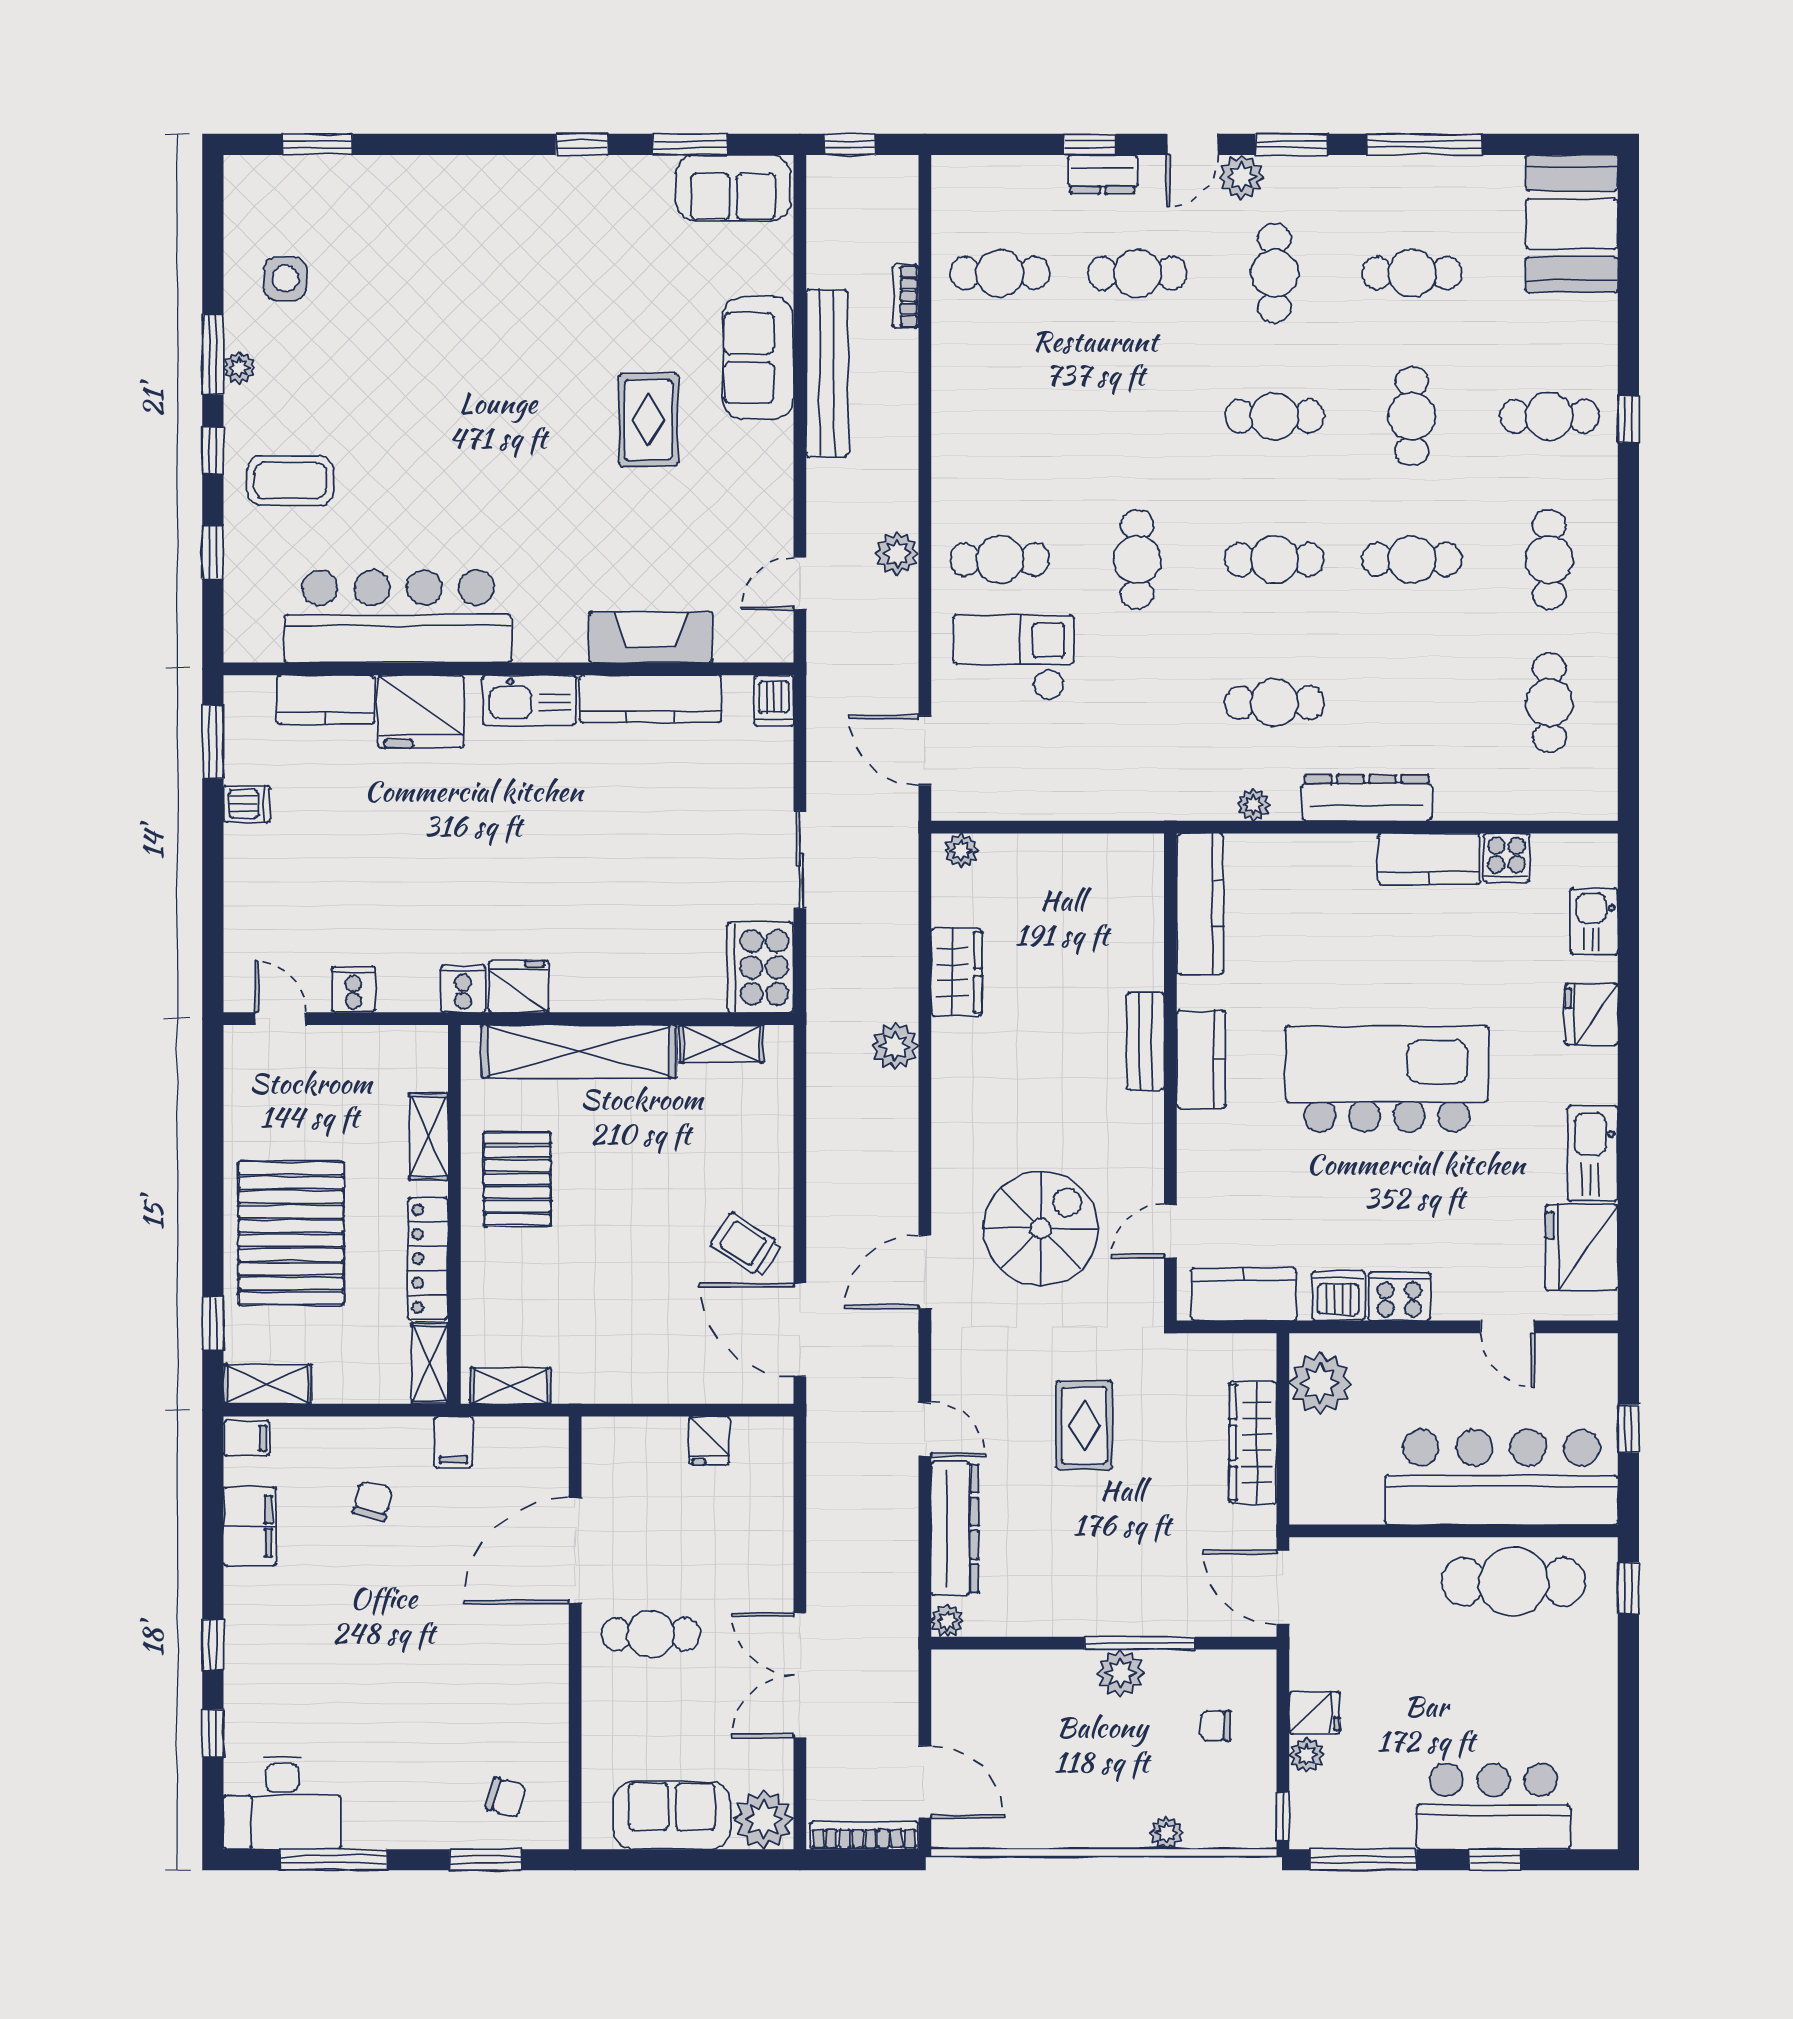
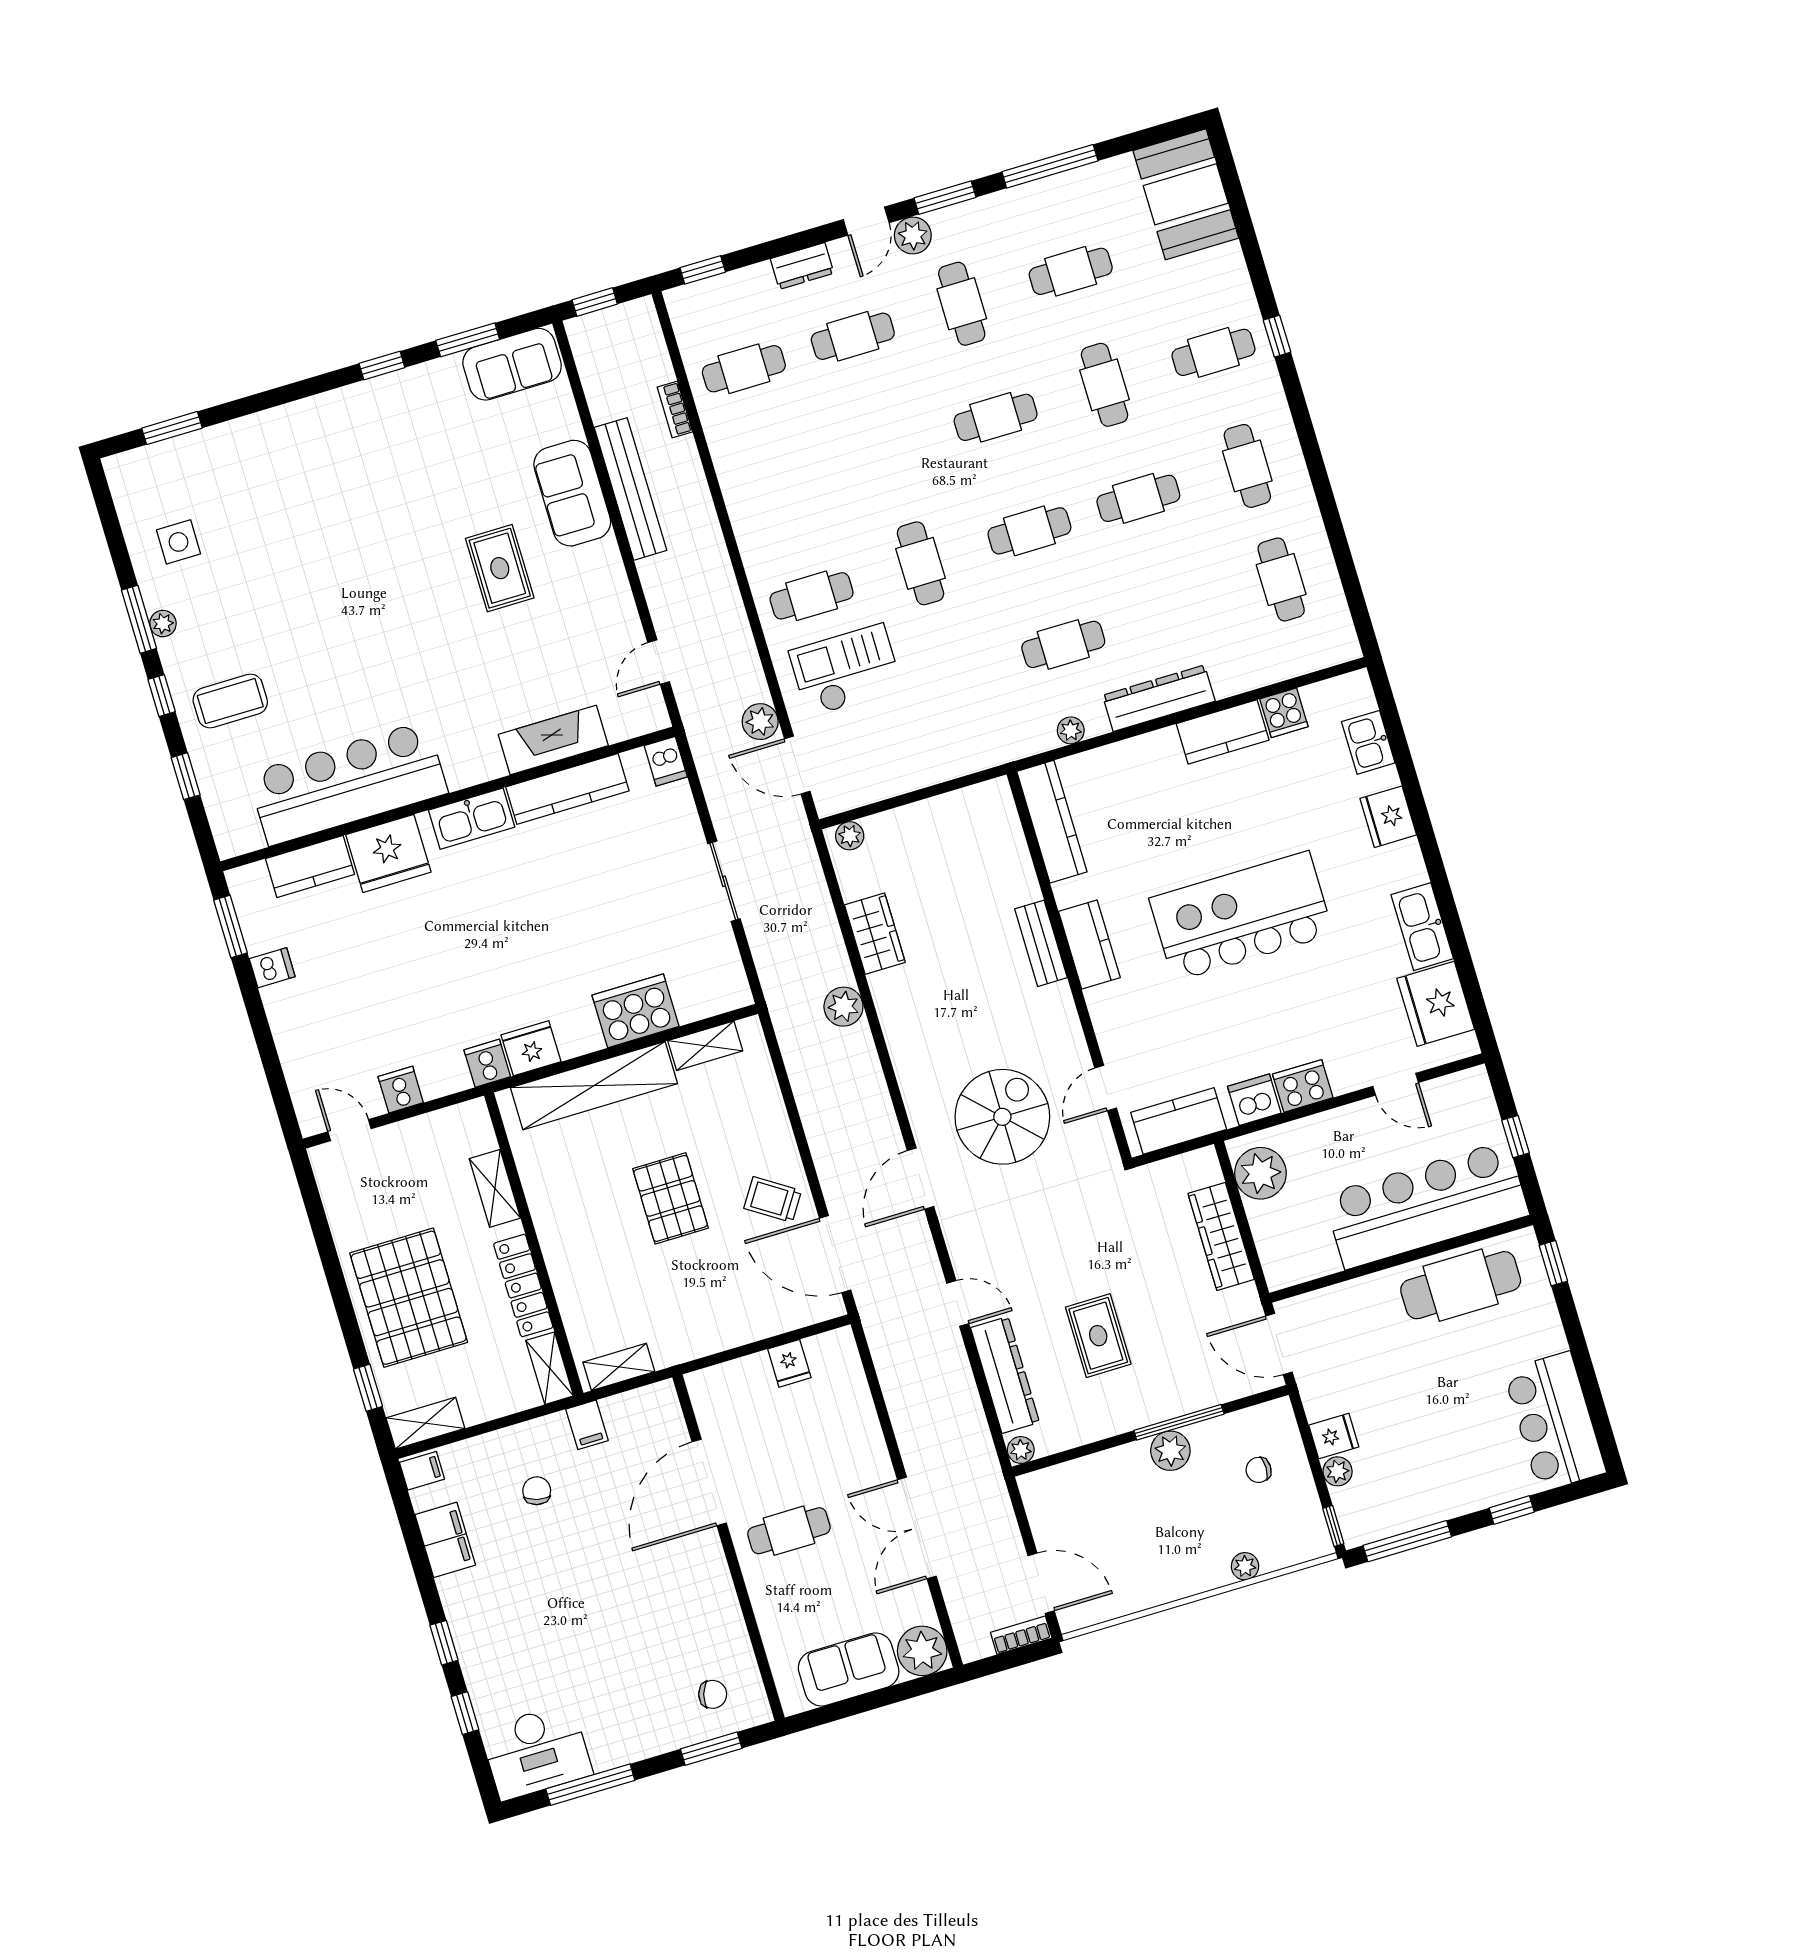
window: (1090, 144) -> (703, 270), moved
plant: (897, 553) -> (760, 722), moved
cooker: (760, 967) -> (636, 1011), moved, turned 90
pallet: (517, 1179) -> (671, 1198), moved
rug: (1084, 1425) -> (1098, 1336), moved
bar counter: (1494, 1806) -> (1555, 1422), moved, turned -90
bookcase: (864, 1835) -> (1021, 1635), width x0.64

